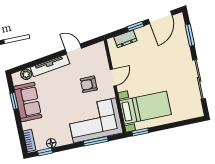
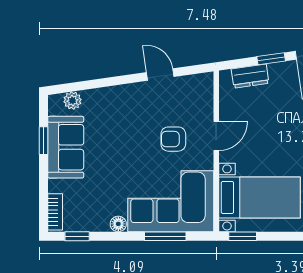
tv unit: (50, 66) -> (115, 94), removed
floor lamp: (51, 143) -> (118, 224), moved

